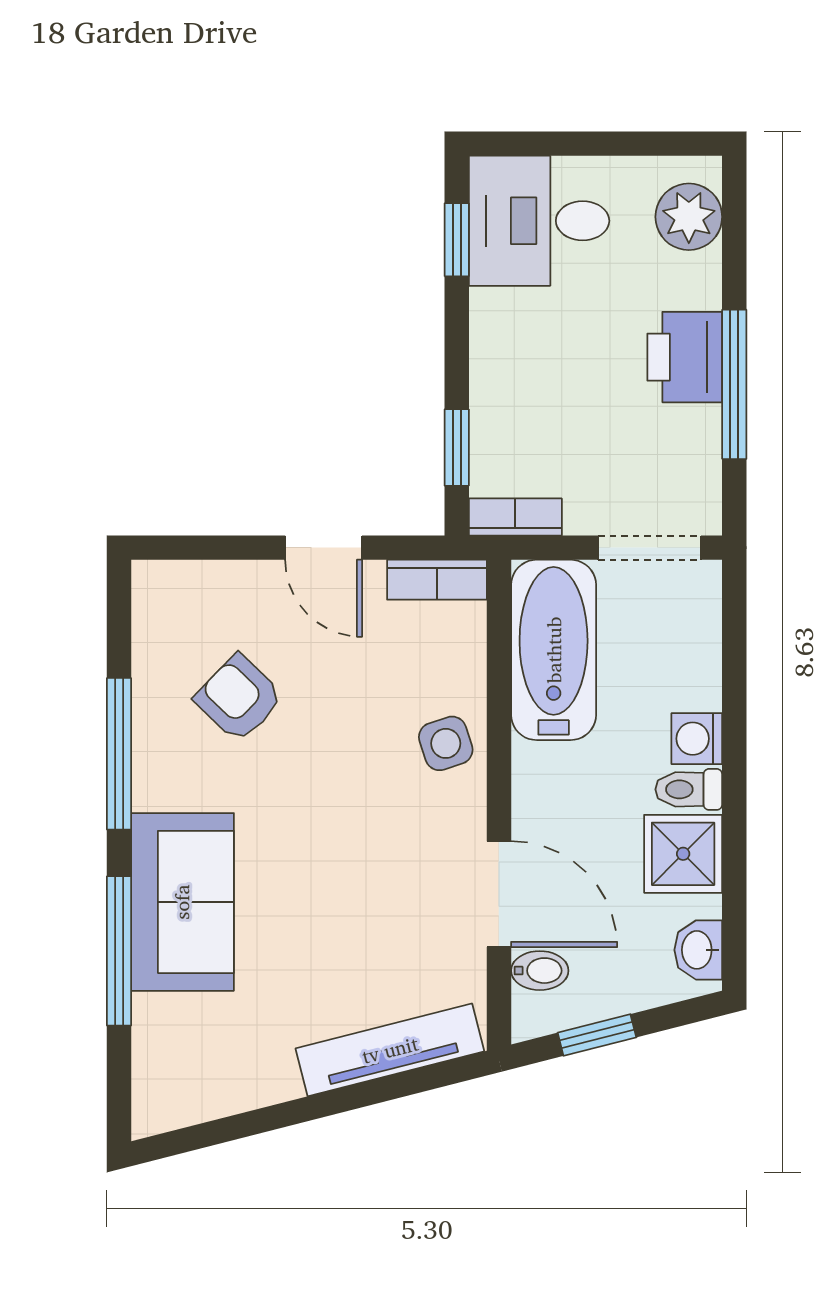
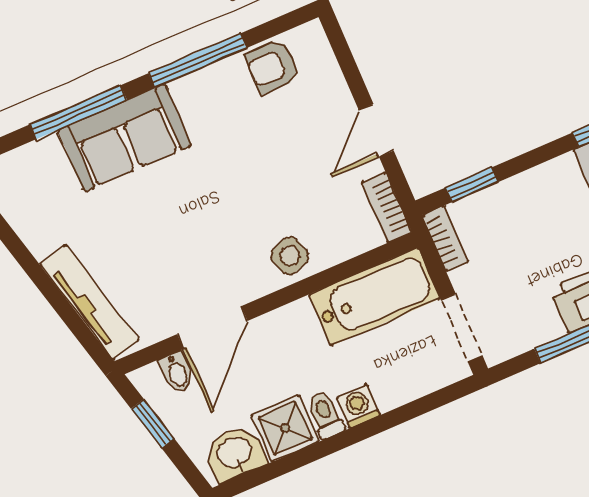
armchair: (239, 698) -> (272, 66), moved, turned -134
washbasin: (698, 950) -> (235, 453), width x1.38, depth x1.45

